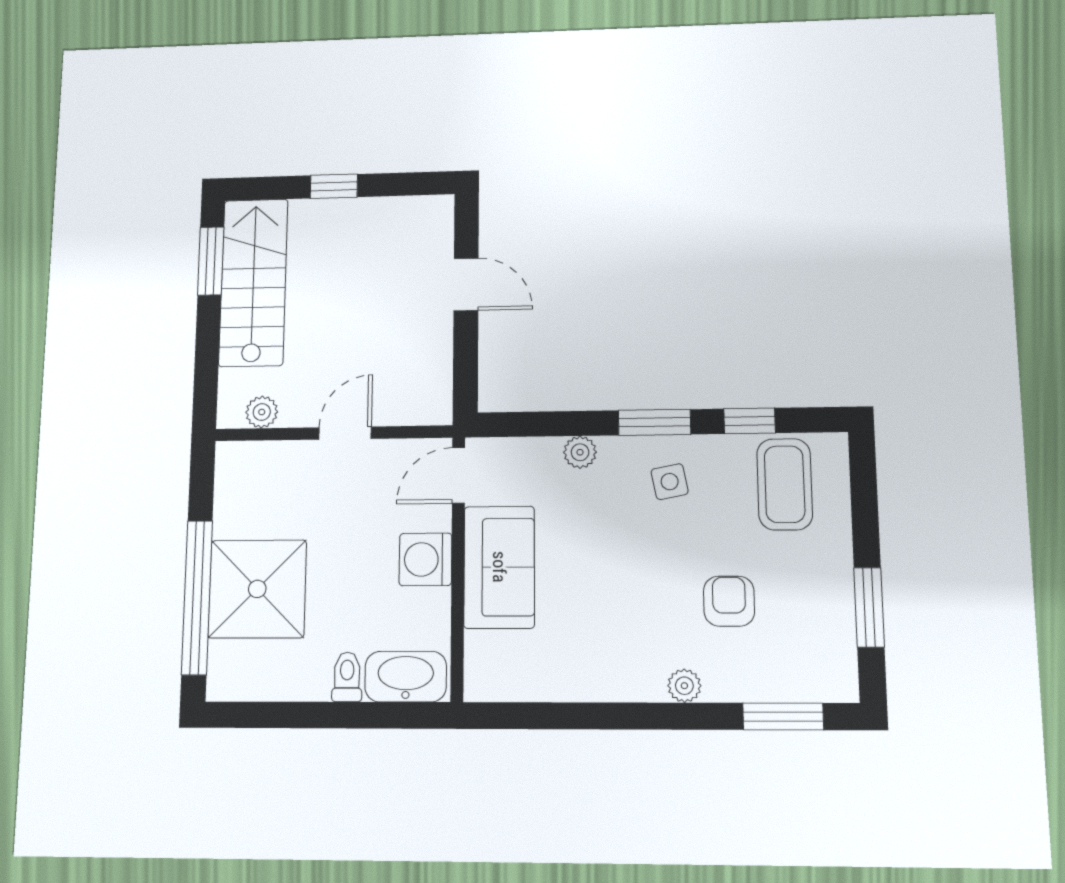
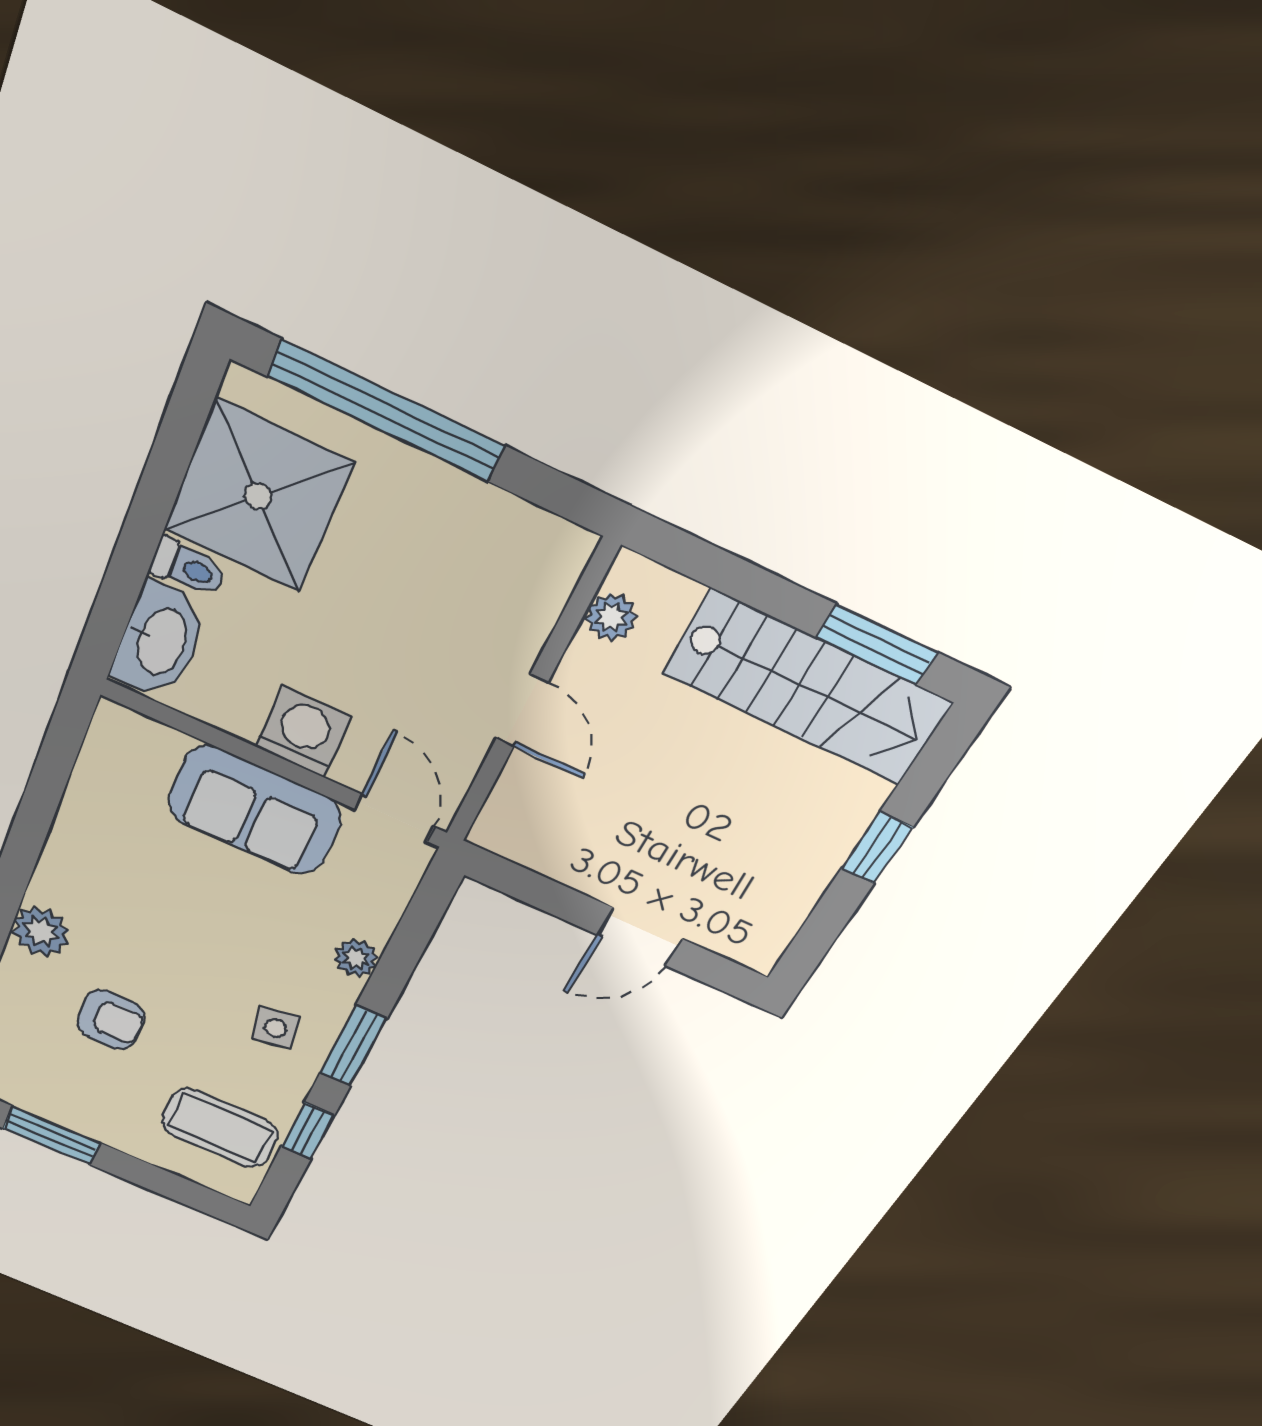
shower: (257, 589) -> (258, 496), moved
plant: (684, 686) -> (41, 931), width x1.38, depth x1.38

